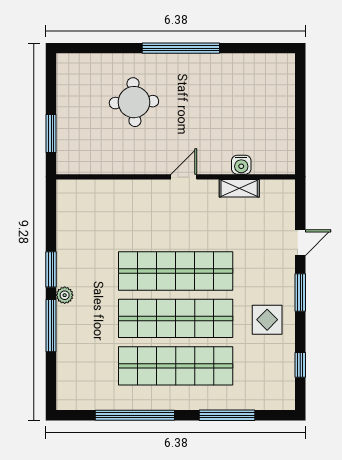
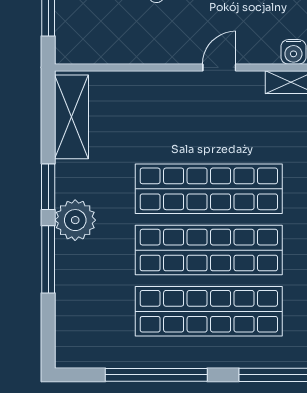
shelving: (69, 215) -> (72, 117), added
plant: (65, 295) -> (75, 220), width x1.88, depth x1.88

